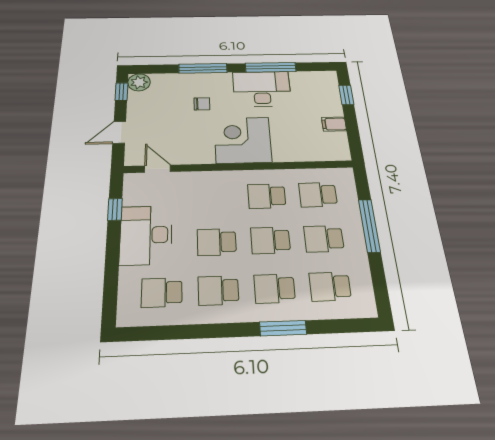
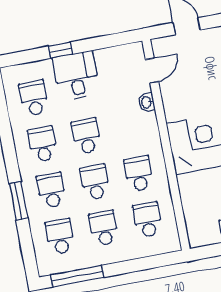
washbasin: (190, 178) -> (147, 102), added
window: (115, 209) -> (60, 50), moved
window: (369, 226) -> (77, 276), moved
desk: (146, 235) -> (76, 76), width x0.73

